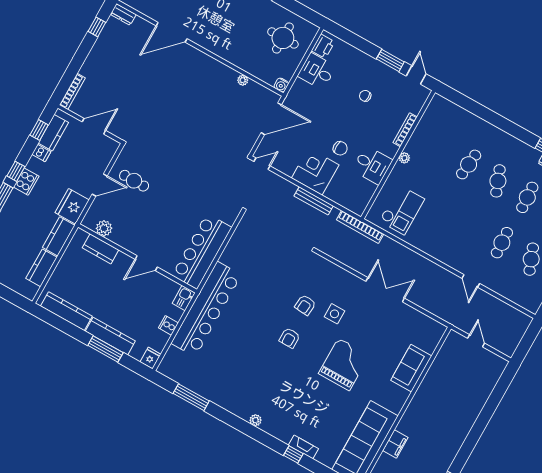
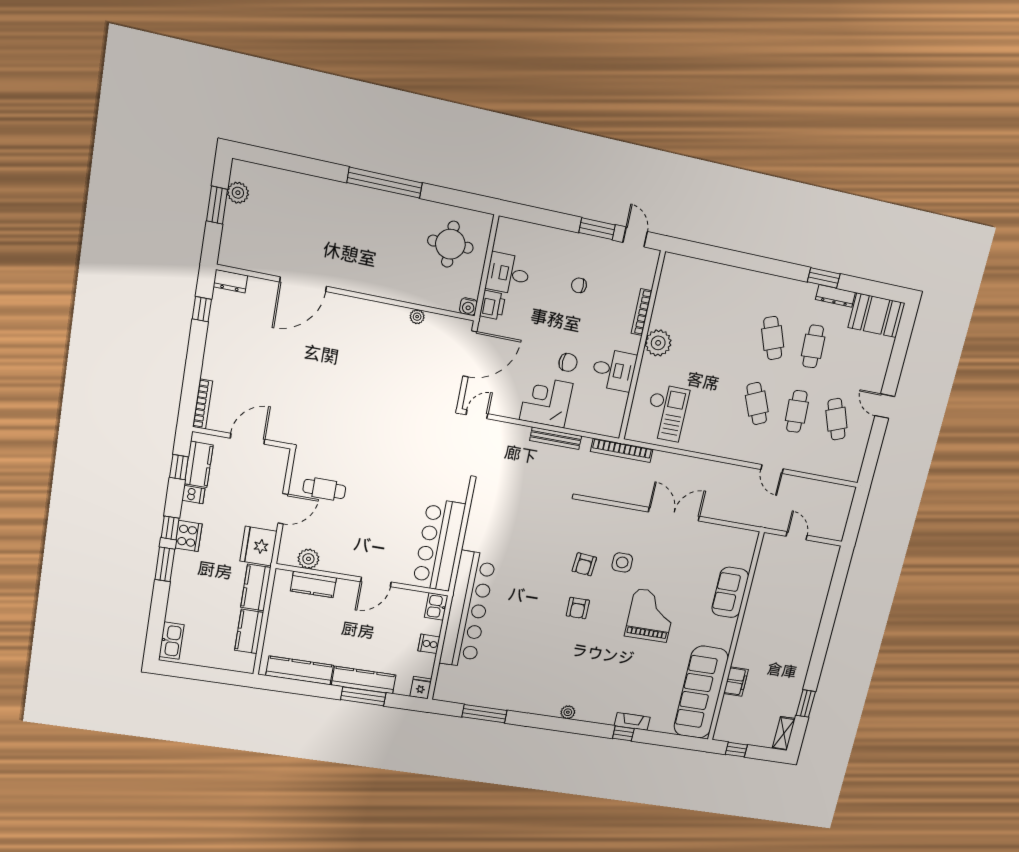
printer: (323, 46) -> (493, 305), moved
plant: (404, 158) -> (658, 343), width x1.88, depth x1.88
cafe table: (469, 164) -> (757, 404), moved, turned -30

